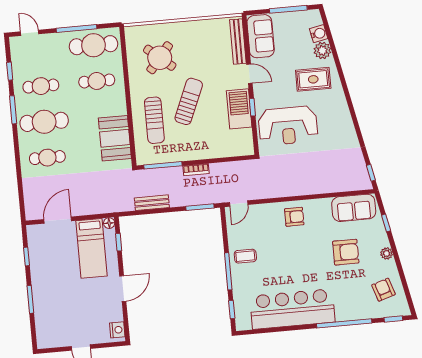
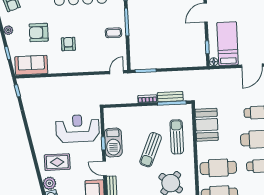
cafe table: (97, 81) -> (218, 168), width x1.37, depth x1.35
bench: (152, 203) -> (170, 97), moved
armchair: (294, 217) -> (68, 44), moved, turned 90

